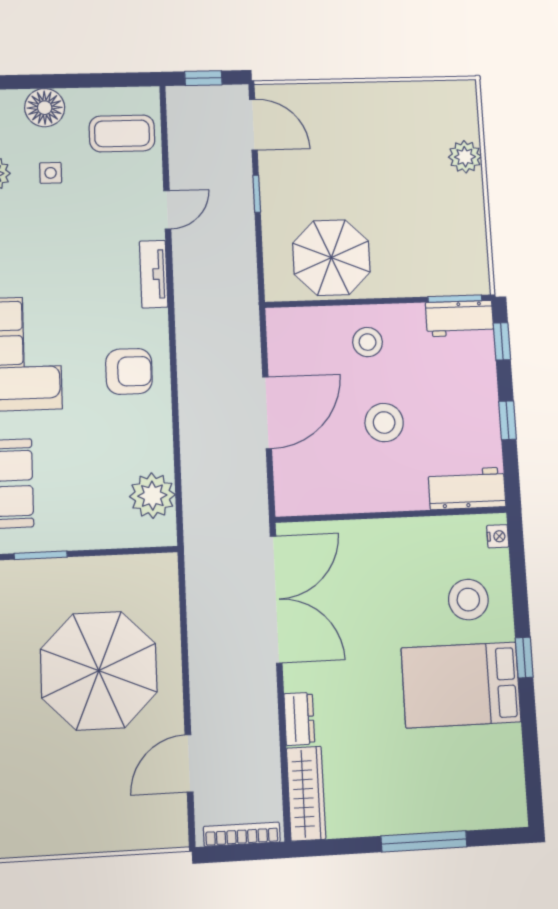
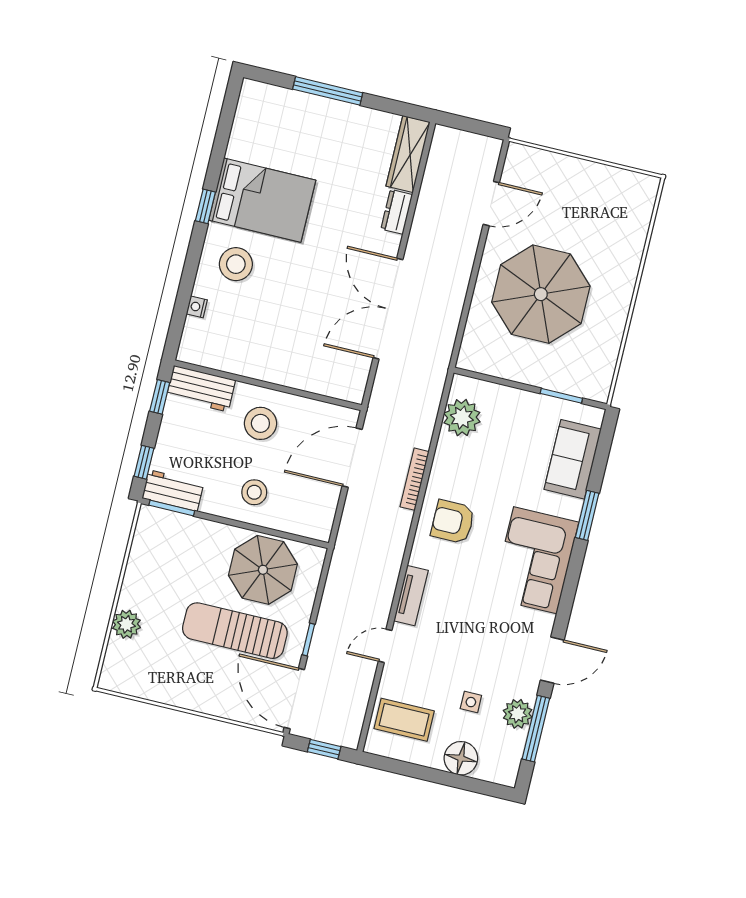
door: (253, 125) -> (294, 698), width x1.36
sun lounger: (342, 182) -> (235, 631), added
workbench: (467, 488) -> (201, 389), moved
wall: (392, 515) -> (268, 385), moved
bookcase: (242, 834) -> (415, 479), moved, turned 90

